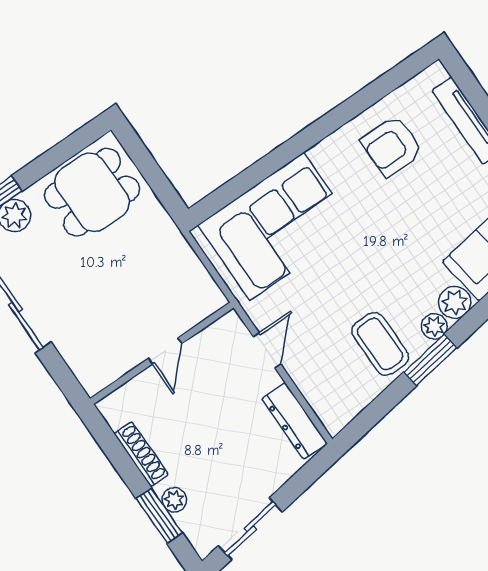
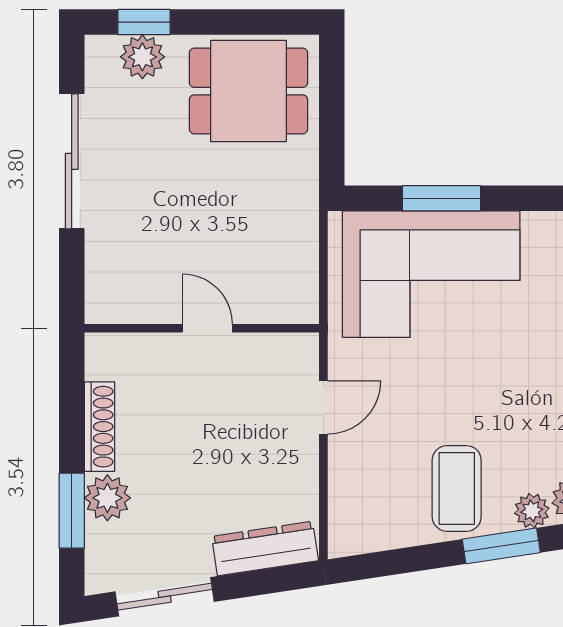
window: (251, 177) -> (441, 198), added
door: (165, 351) -> (207, 328), swing flipped
dresser: (294, 421) -> (265, 549), moved, turned 81
plant: (174, 500) -> (107, 498), width x1.38, depth x1.38

